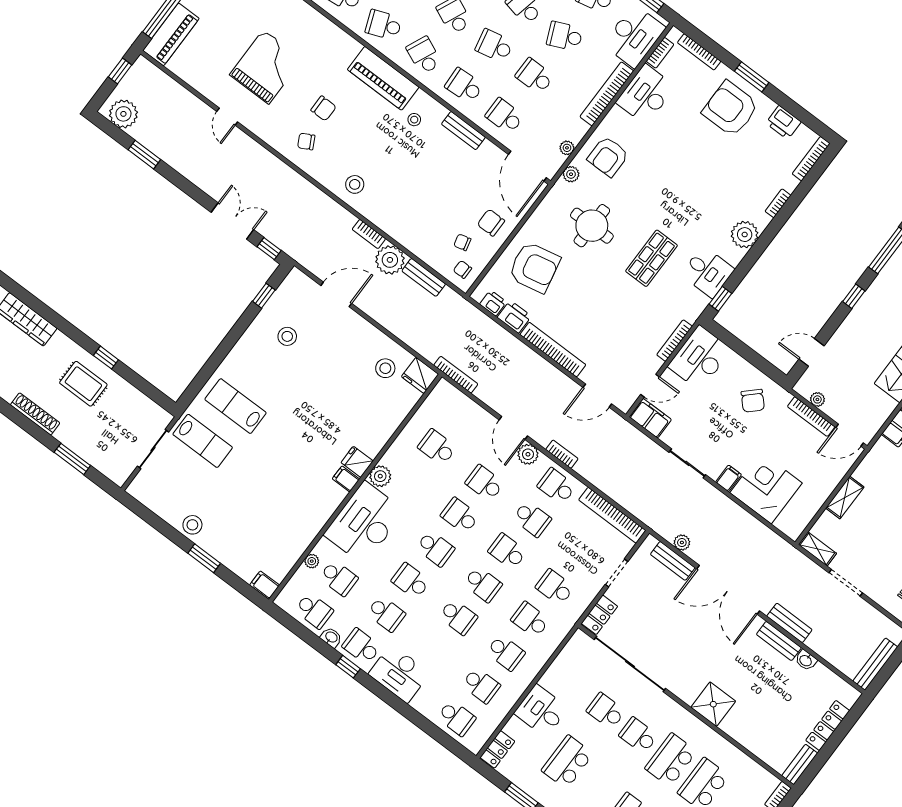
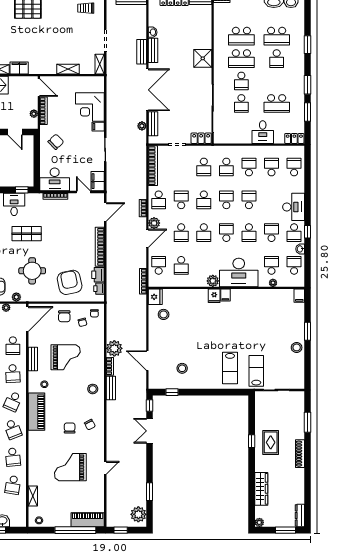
grand piano: (430, 180) -> (66, 357), added
bench: (424, 277) -> (111, 388), moved
door: (597, 396) -> (105, 212), hinge flipped
school desk: (462, 415) -> (159, 265), added

